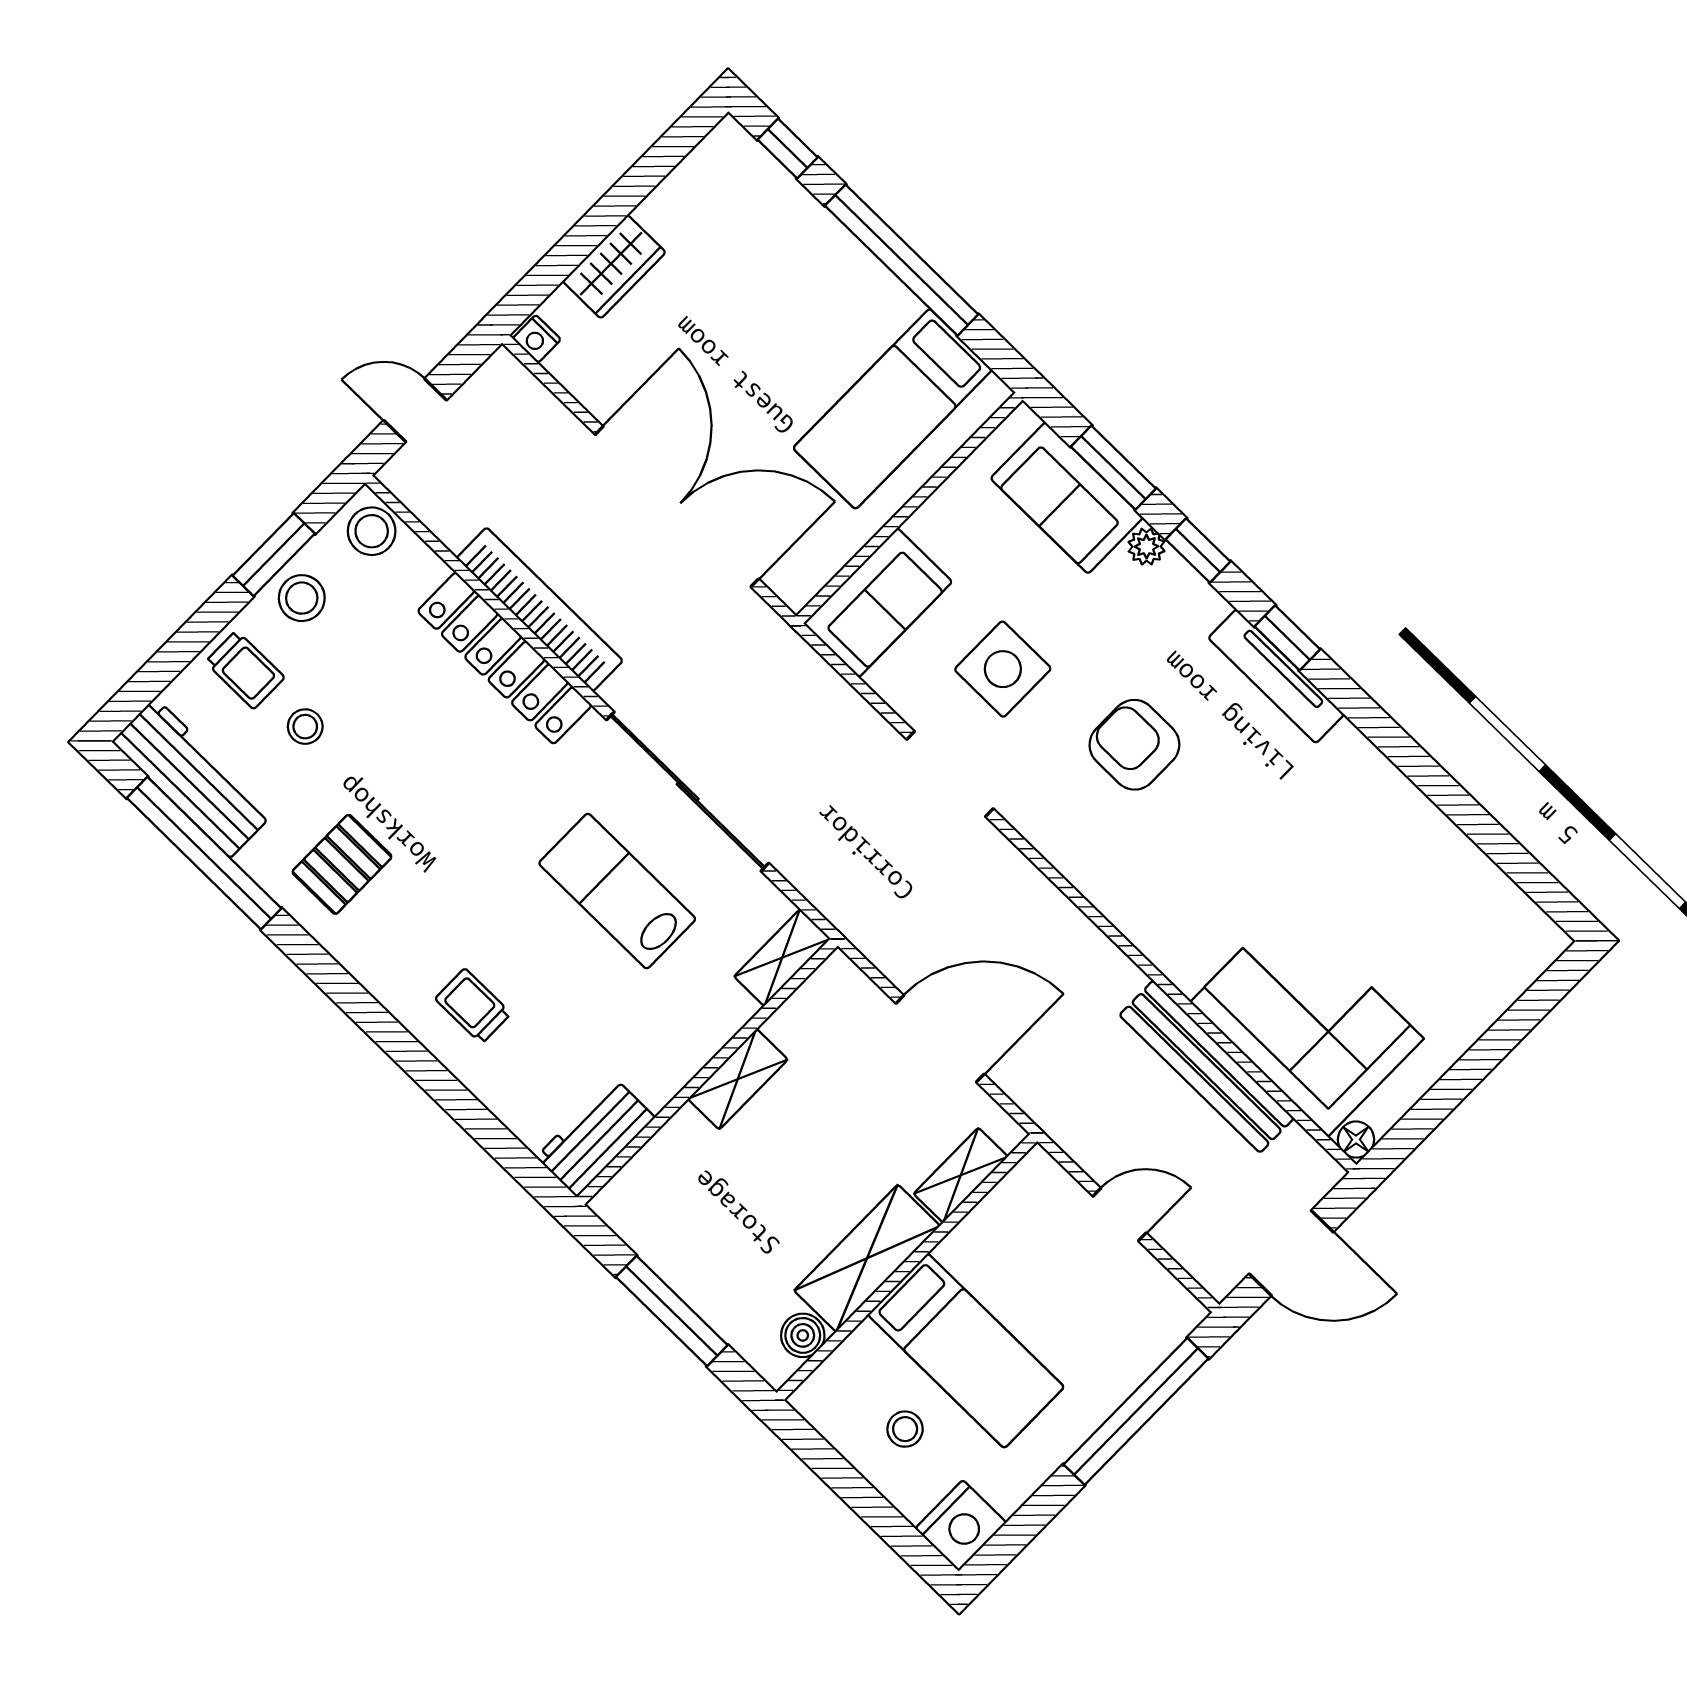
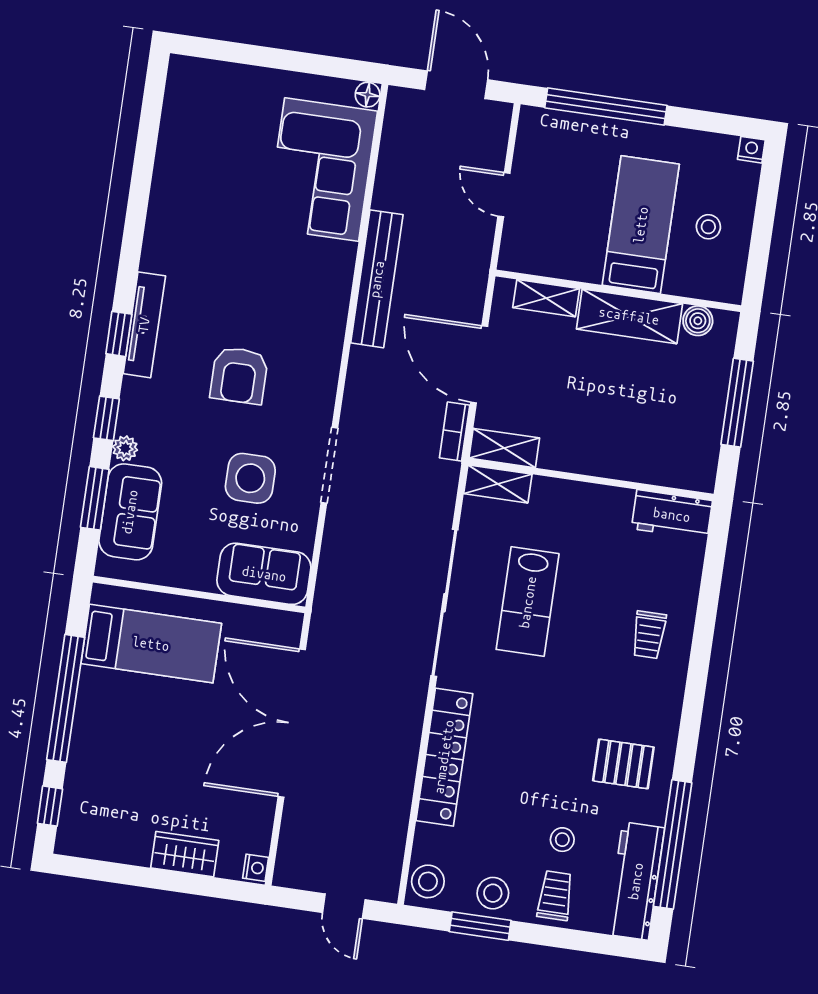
bookcase: (540, 609) -> (455, 432), moved, width x0.43, depth x0.76
bench: (1207, 1067) -> (377, 279), moved
shelving: (738, 1079) -> (504, 448), moved
nightstand: (961, 1526) -> (751, 150), width x0.53, depth x0.56

